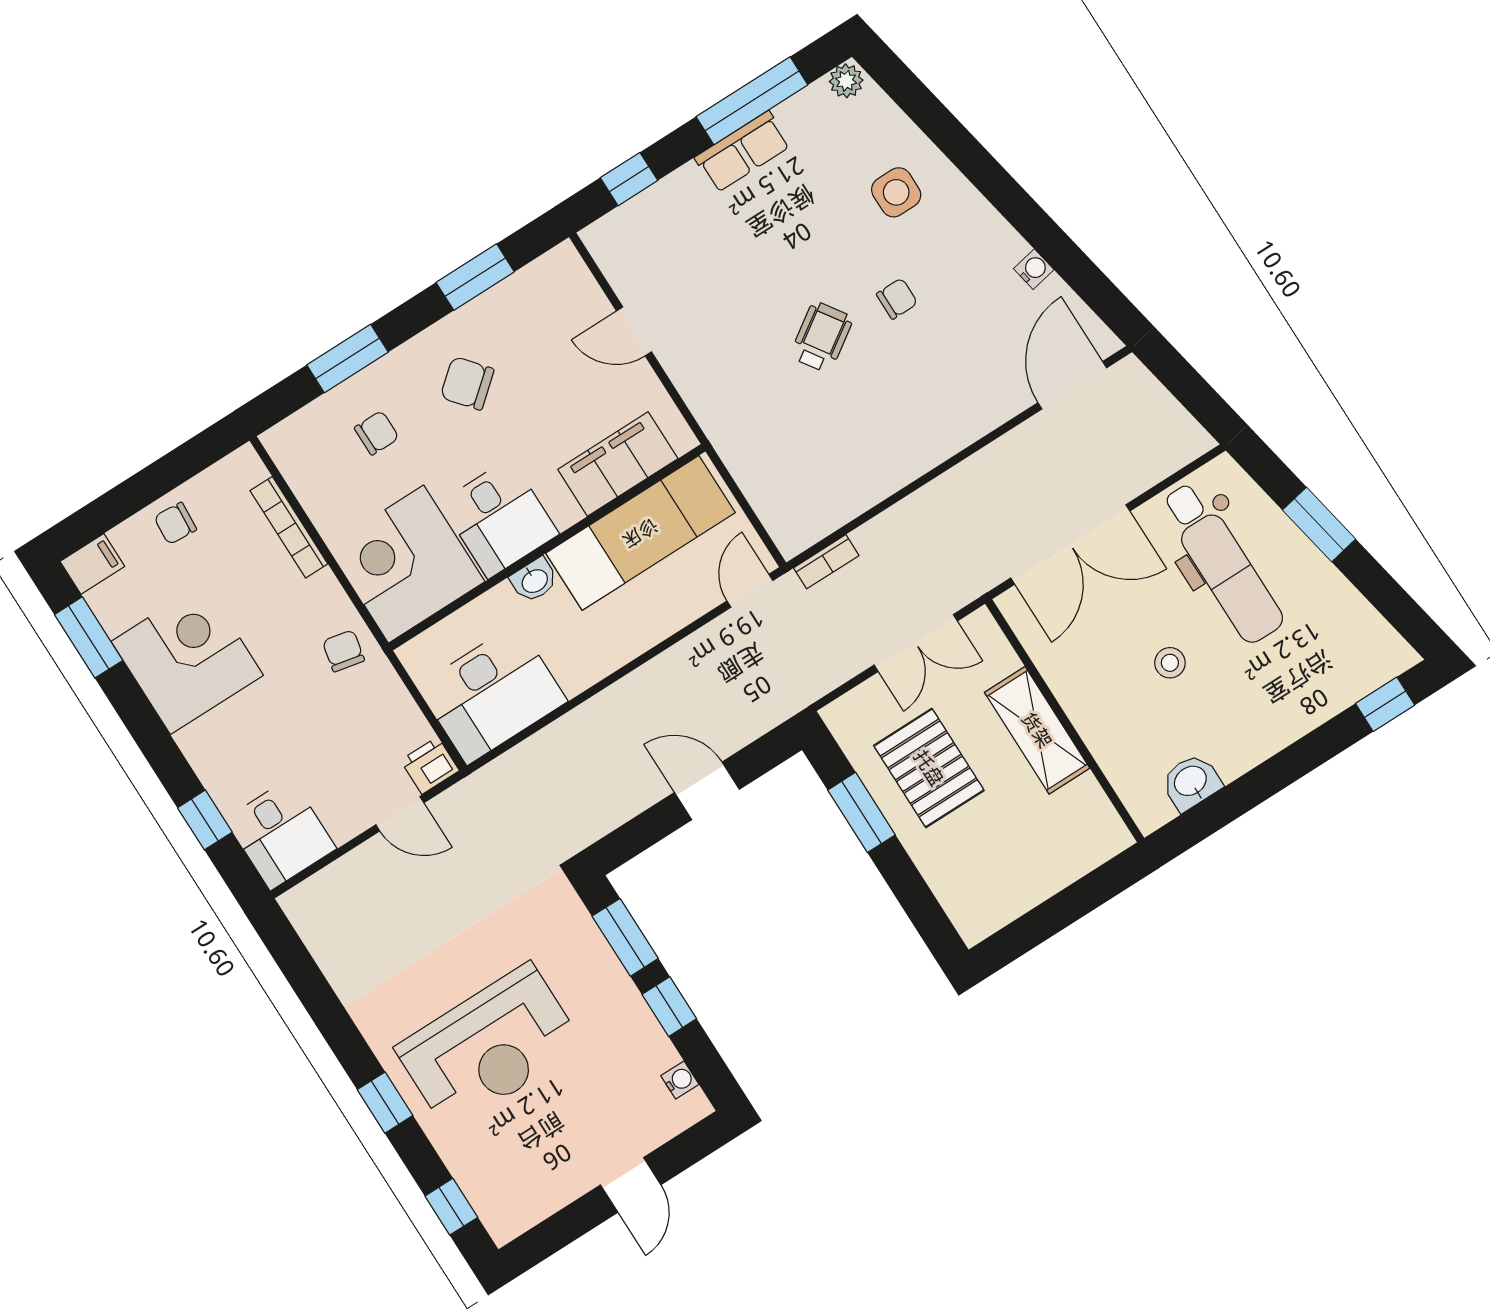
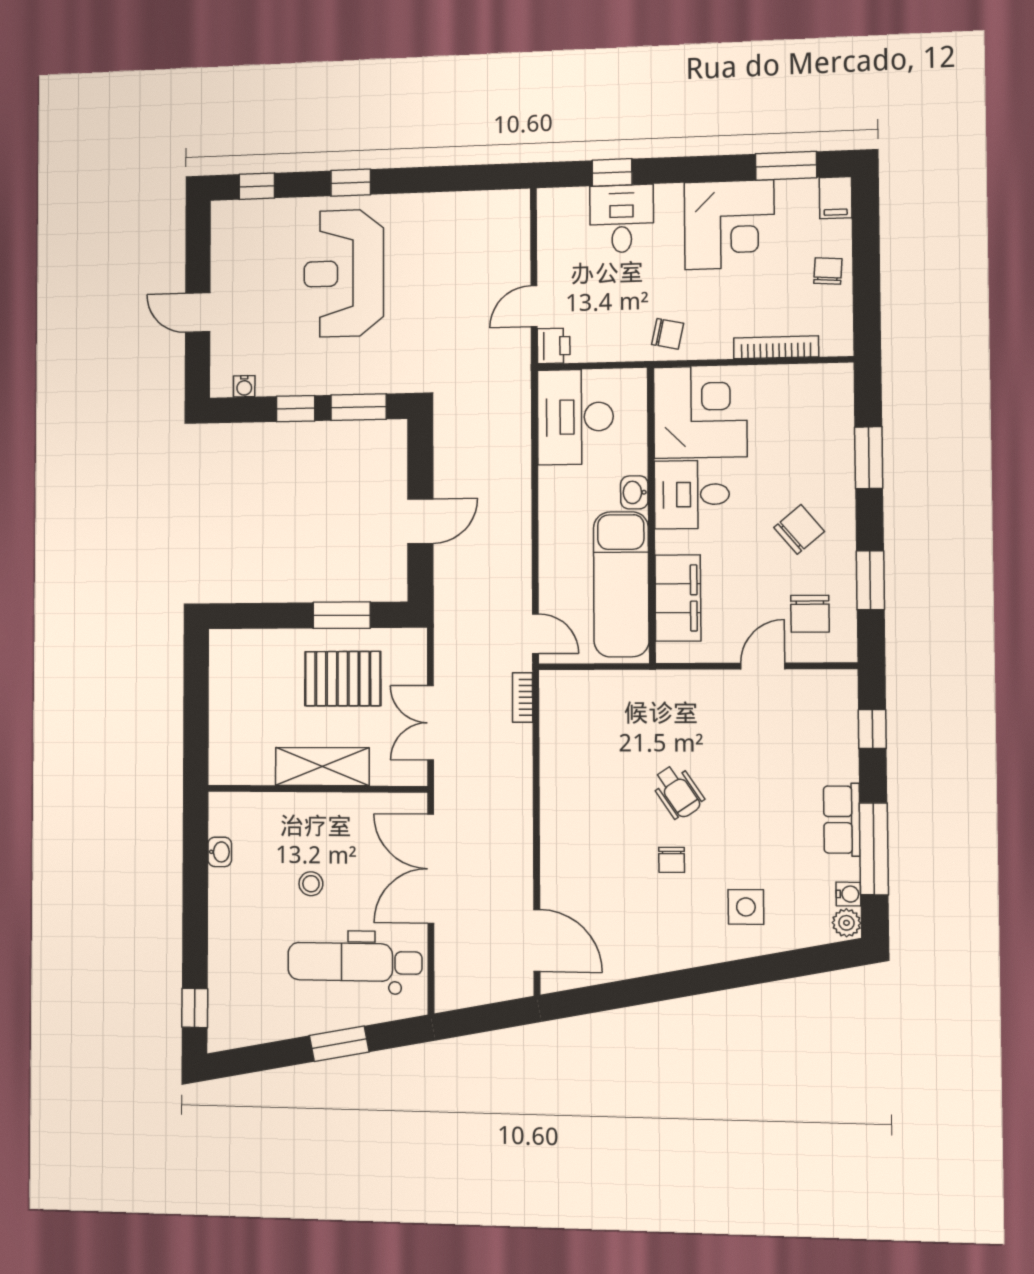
water cooler: (1034, 269) -> (848, 894), moved, turned -79
chair: (377, 433) -> (810, 614), moved, width x1.37, depth x1.37
washbasin: (1191, 782) -> (220, 852), width x0.72, depth x0.69
desk: (281, 834) -> (622, 219), moved, turned 90

